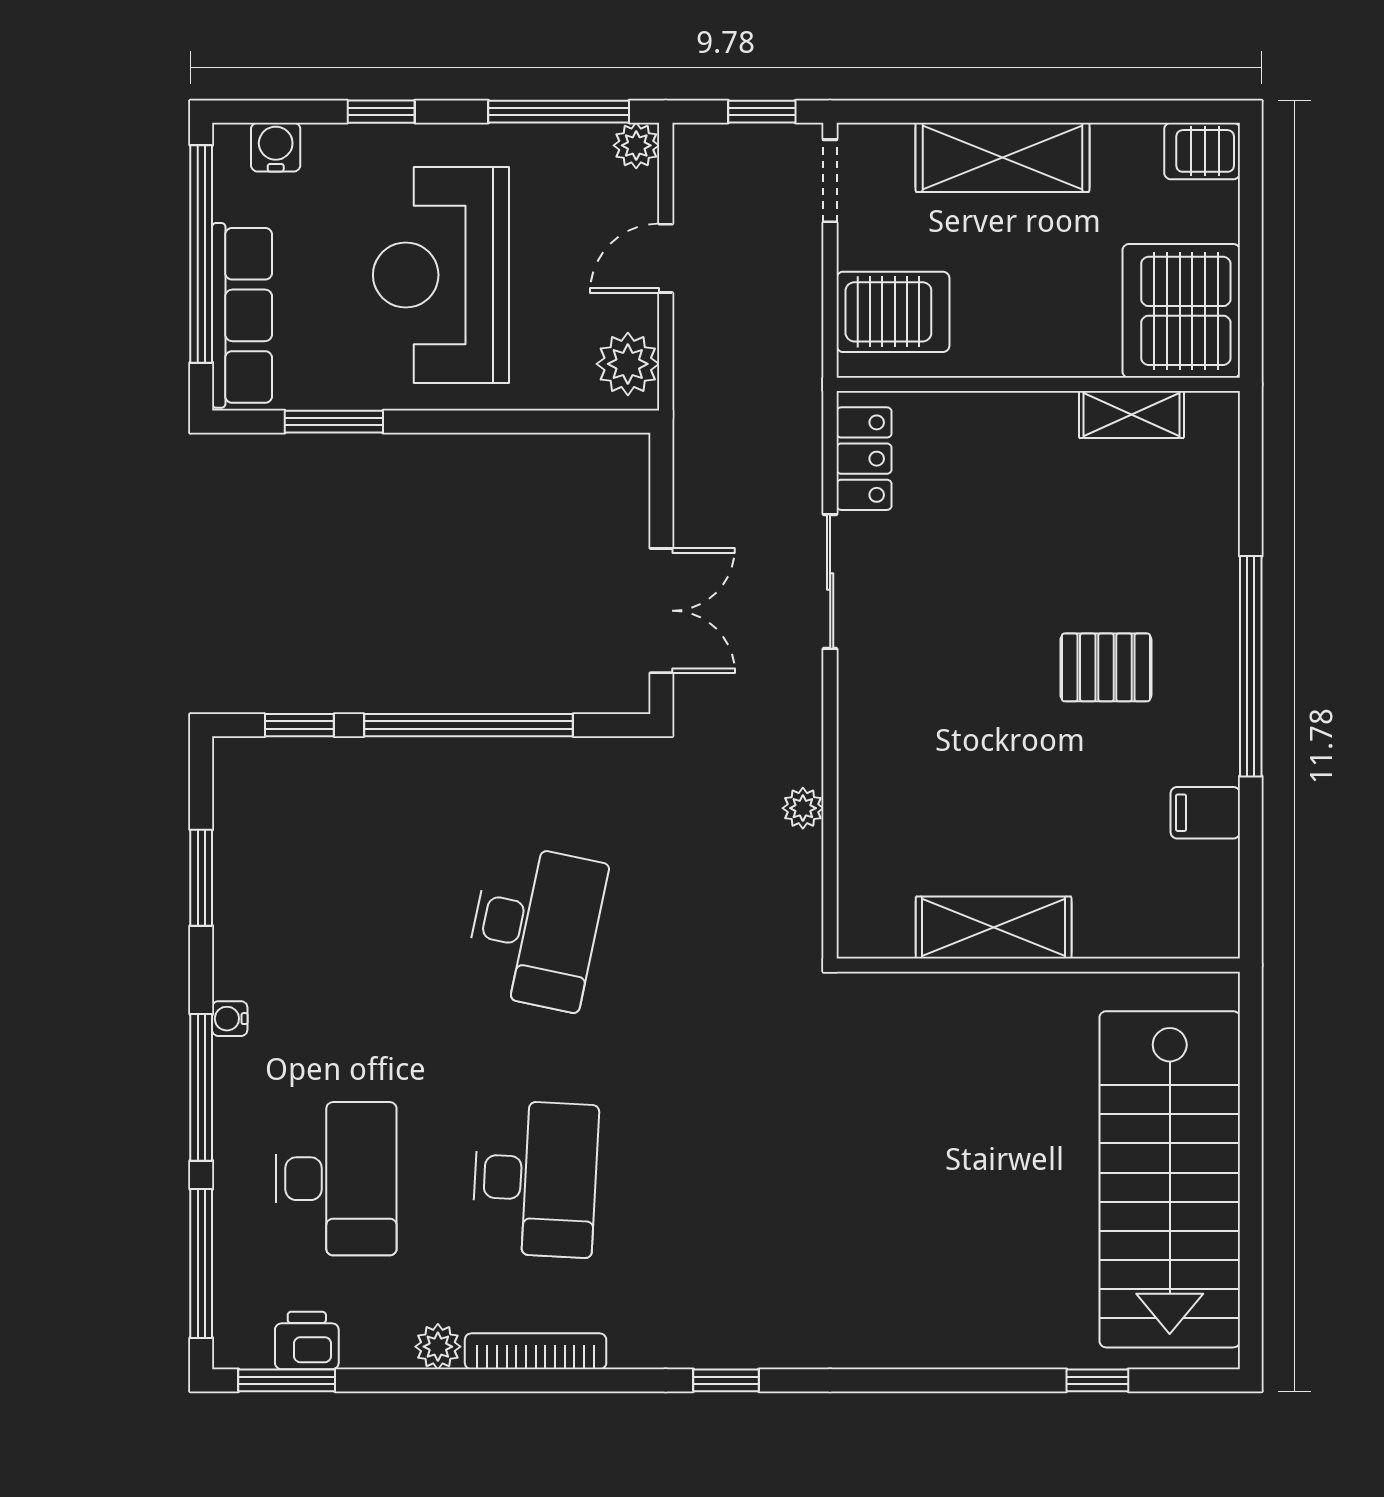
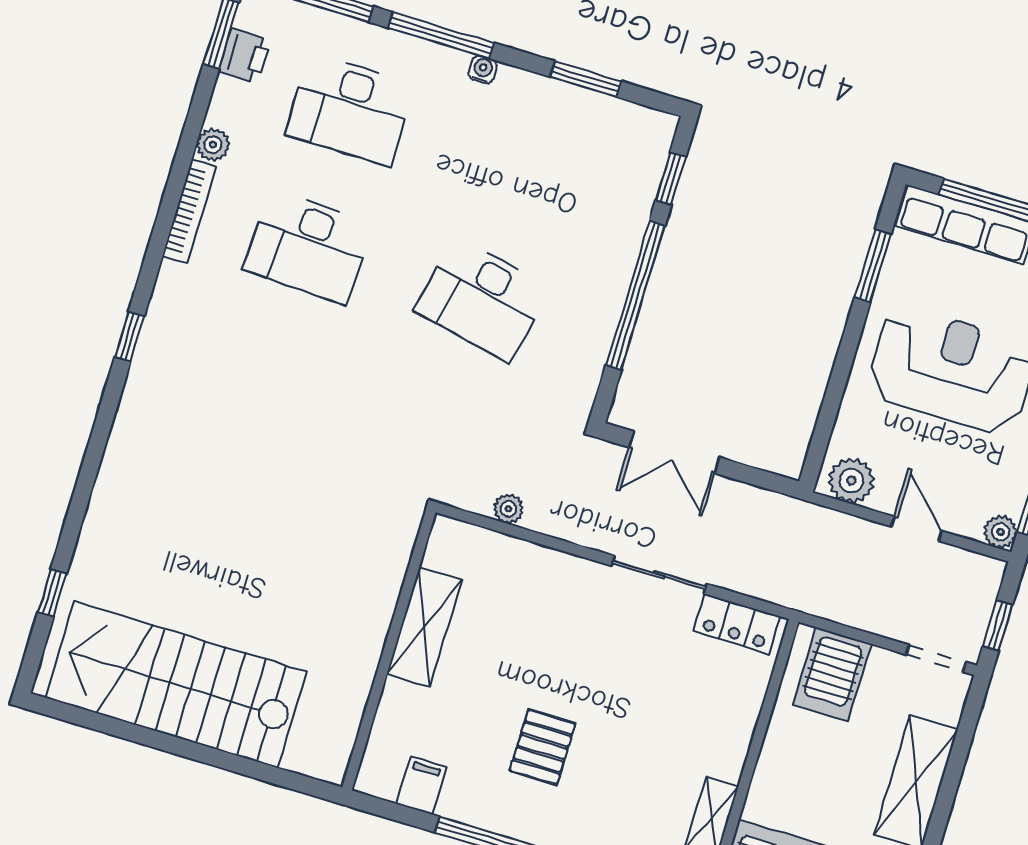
shelving: (994, 927) -> (424, 627), moved
wall: (1038, 965) -> (389, 650), moved

